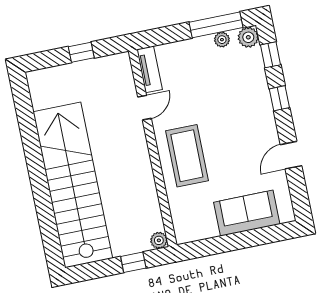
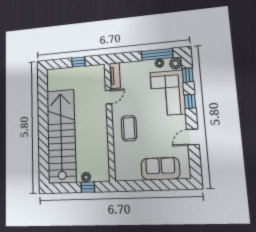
corner sofa: (242, 89) -> (168, 93), added
coffee table: (187, 156) -> (129, 128), width x0.73, depth x0.76
plant: (159, 240) -> (86, 177), moved

